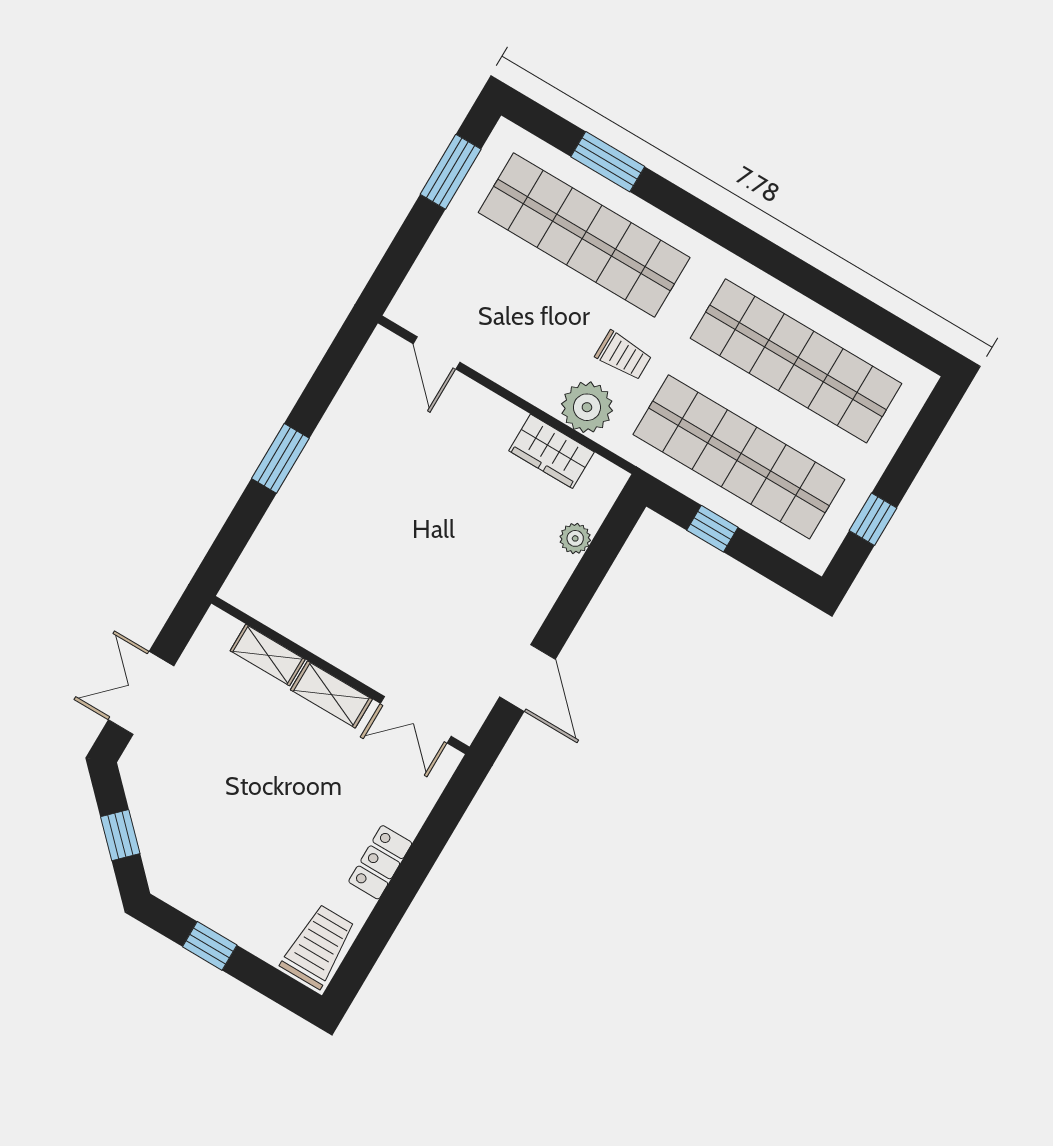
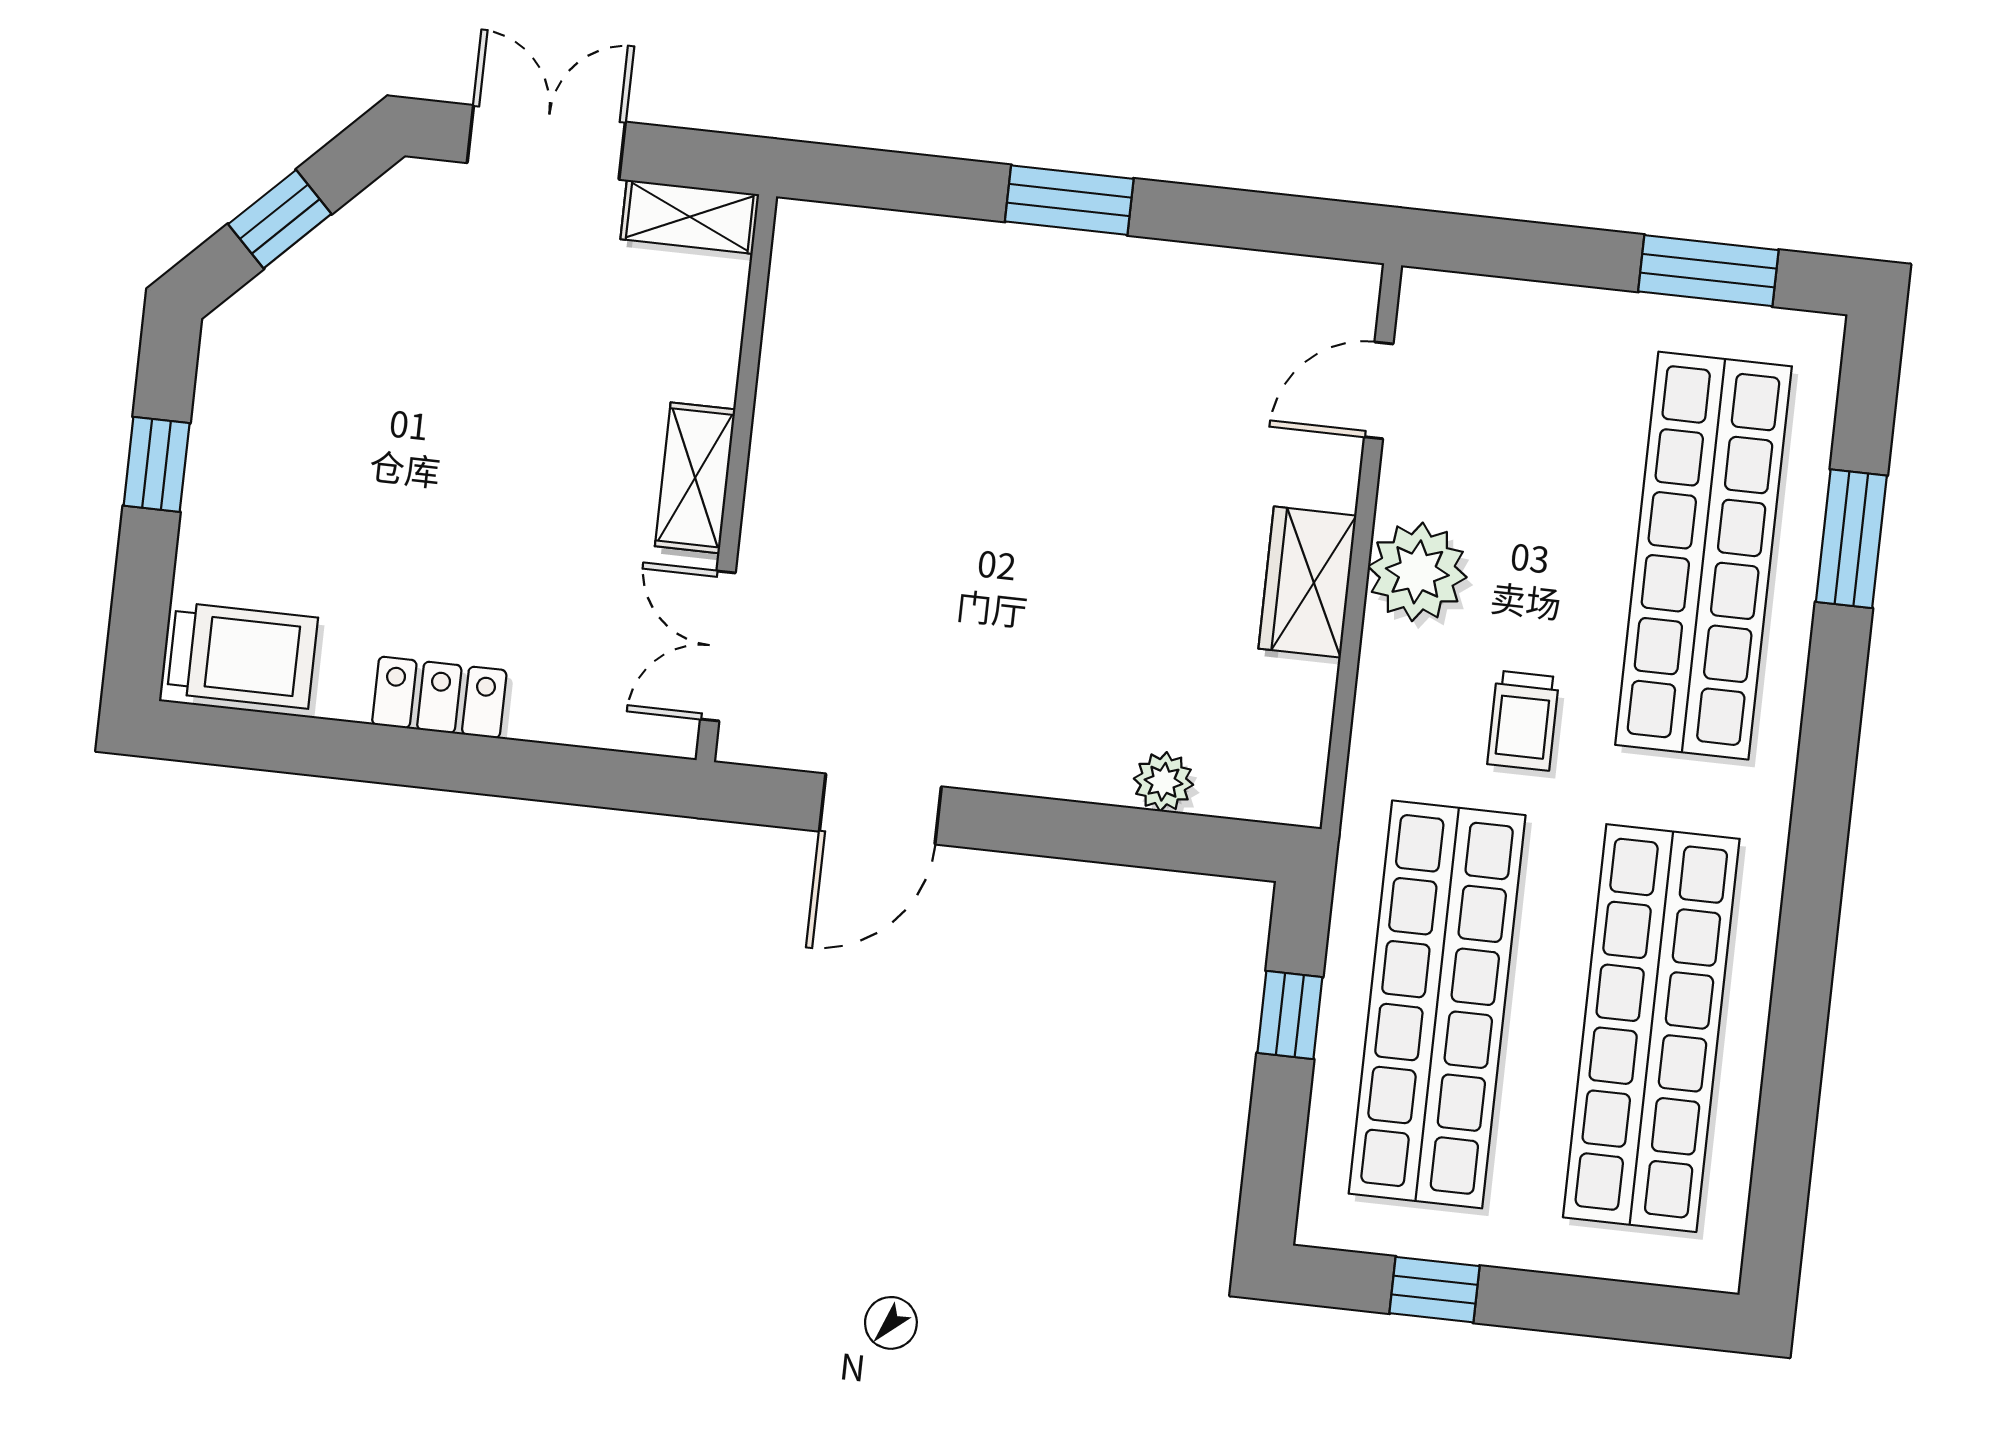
plant: (587, 407) -> (1417, 572), moved
wardrobe: (551, 451) -> (1307, 582), moved
shelving: (268, 655) -> (690, 217), moved, turned 90

